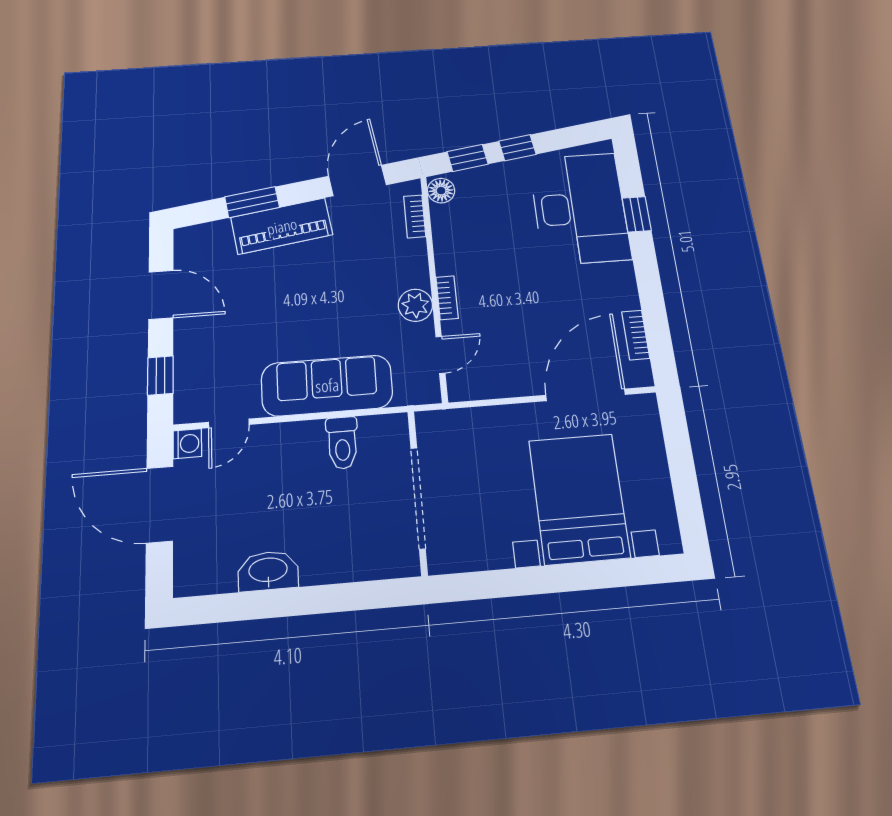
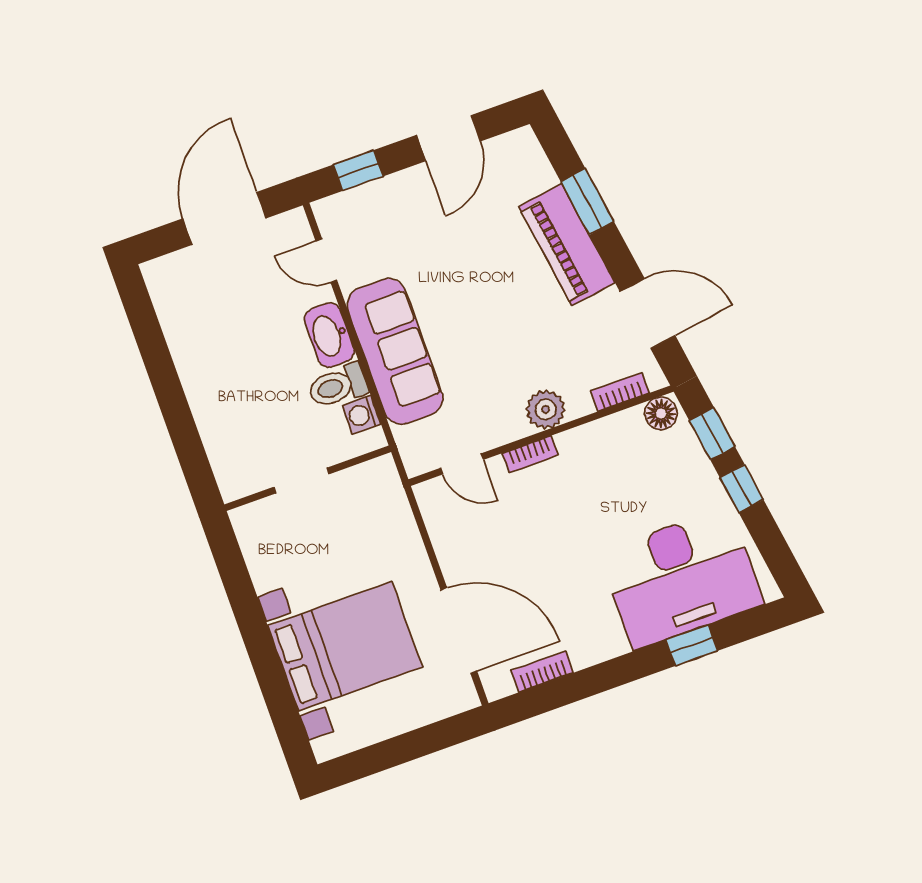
plant: (415, 305) -> (546, 409), moved
washing machine: (187, 444) -> (362, 415), moved, turned 90
doorway: (418, 498) -> (302, 480), width x0.53
washbasin: (268, 571) -> (329, 335), moved, turned 180

